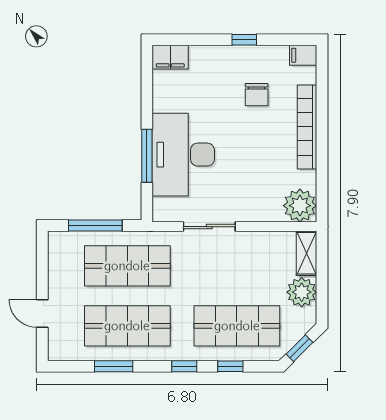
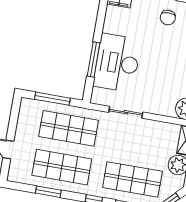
chair: (257, 95) -> (168, 17), moved

